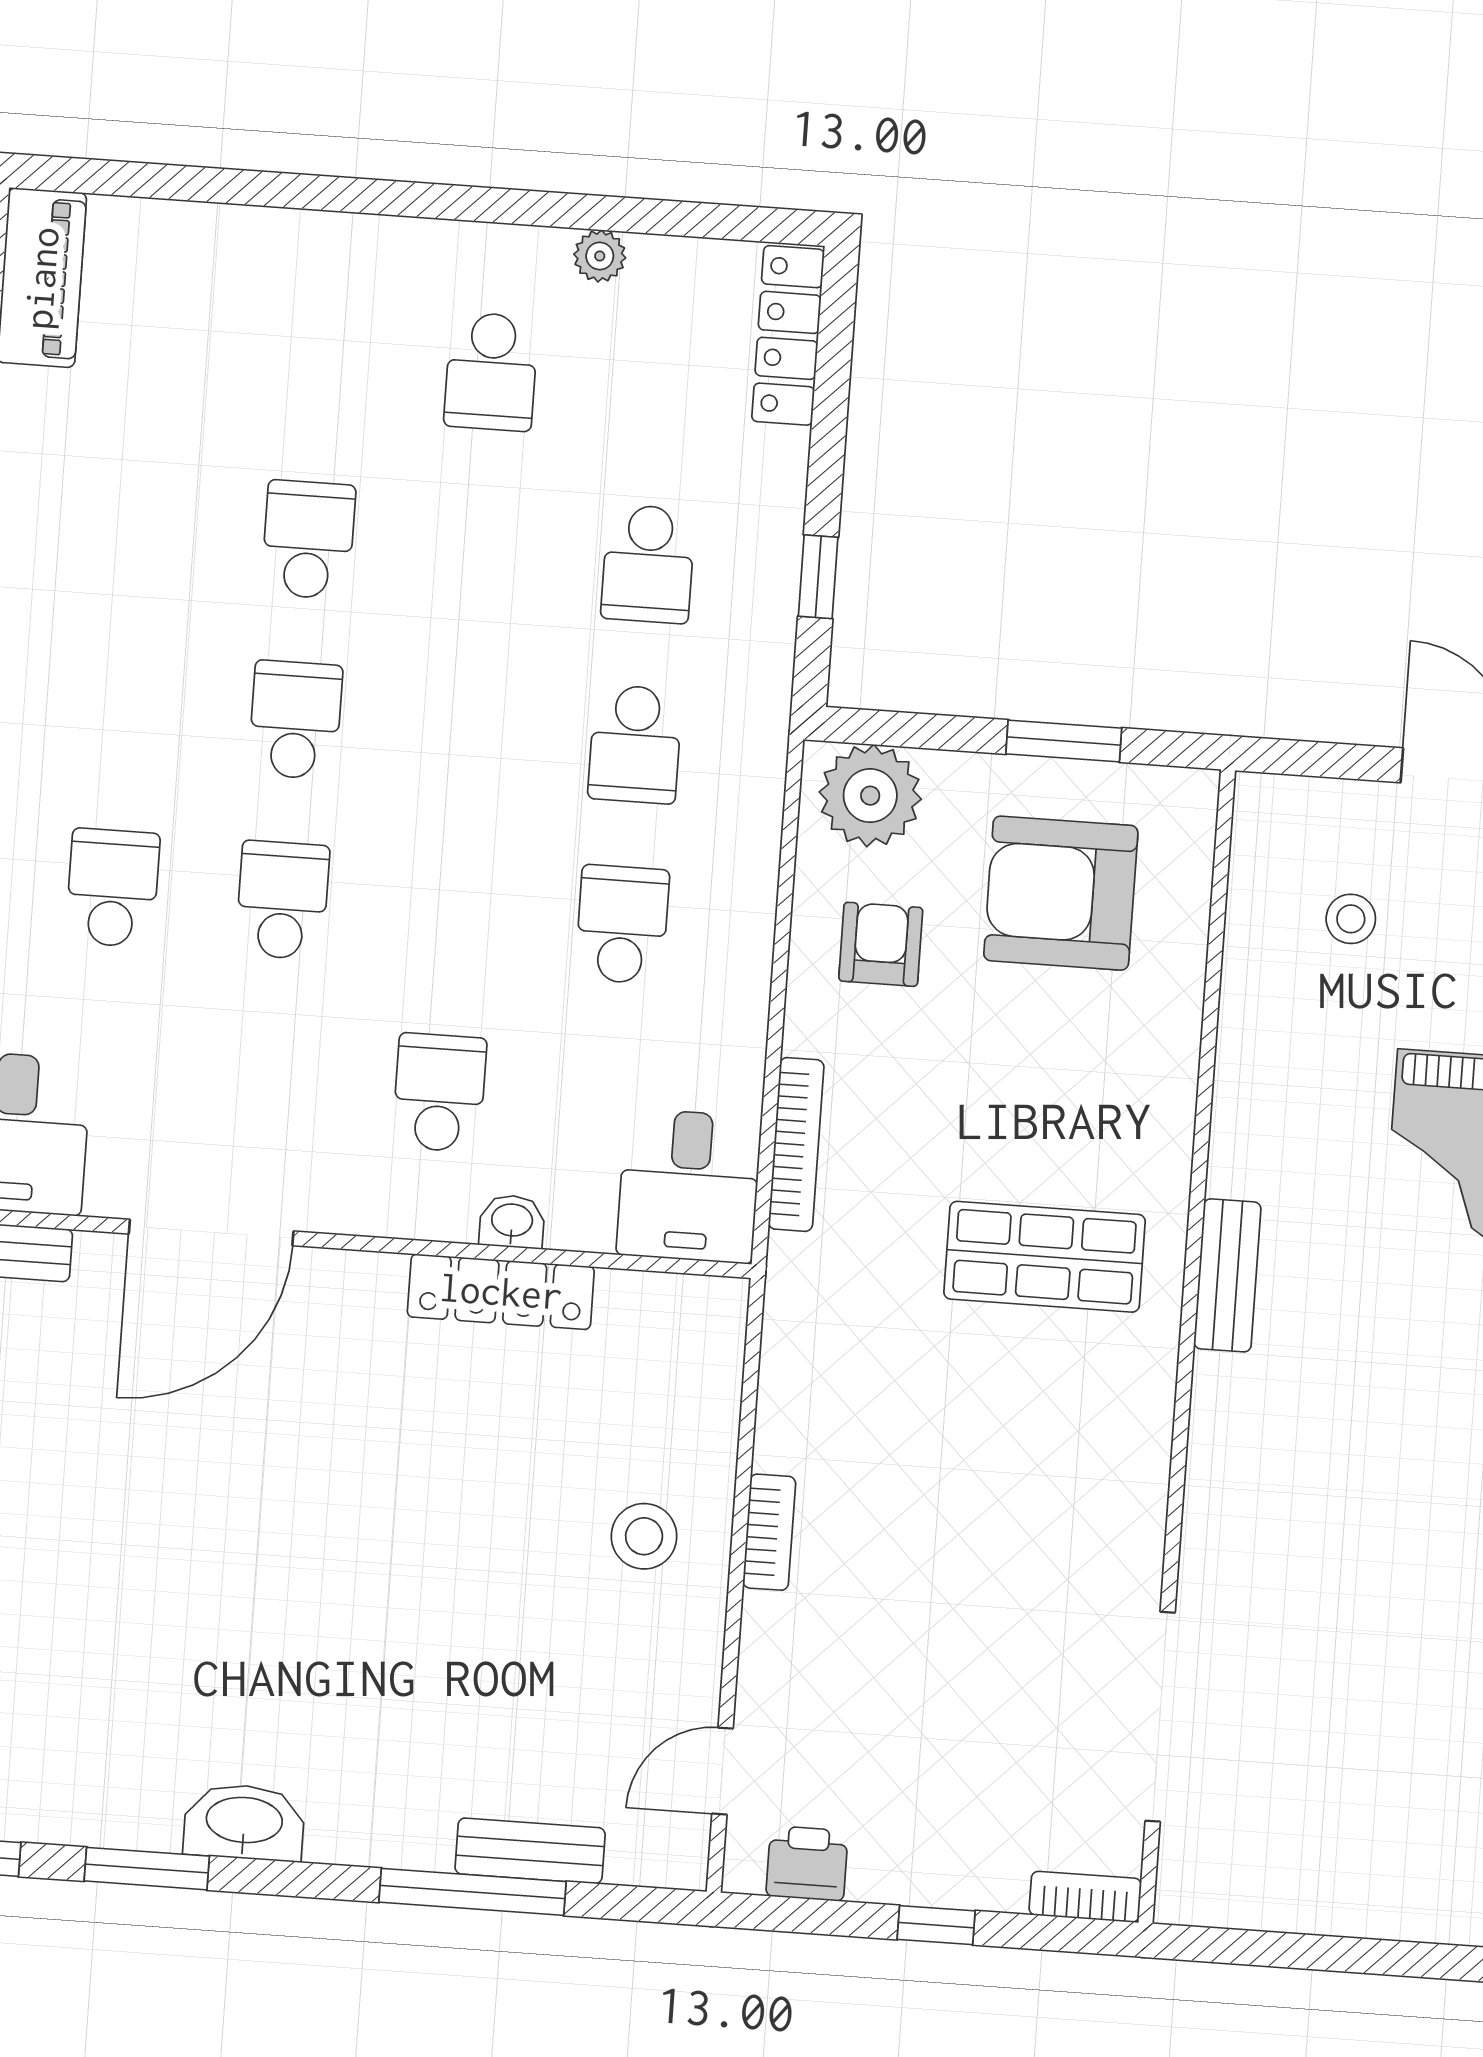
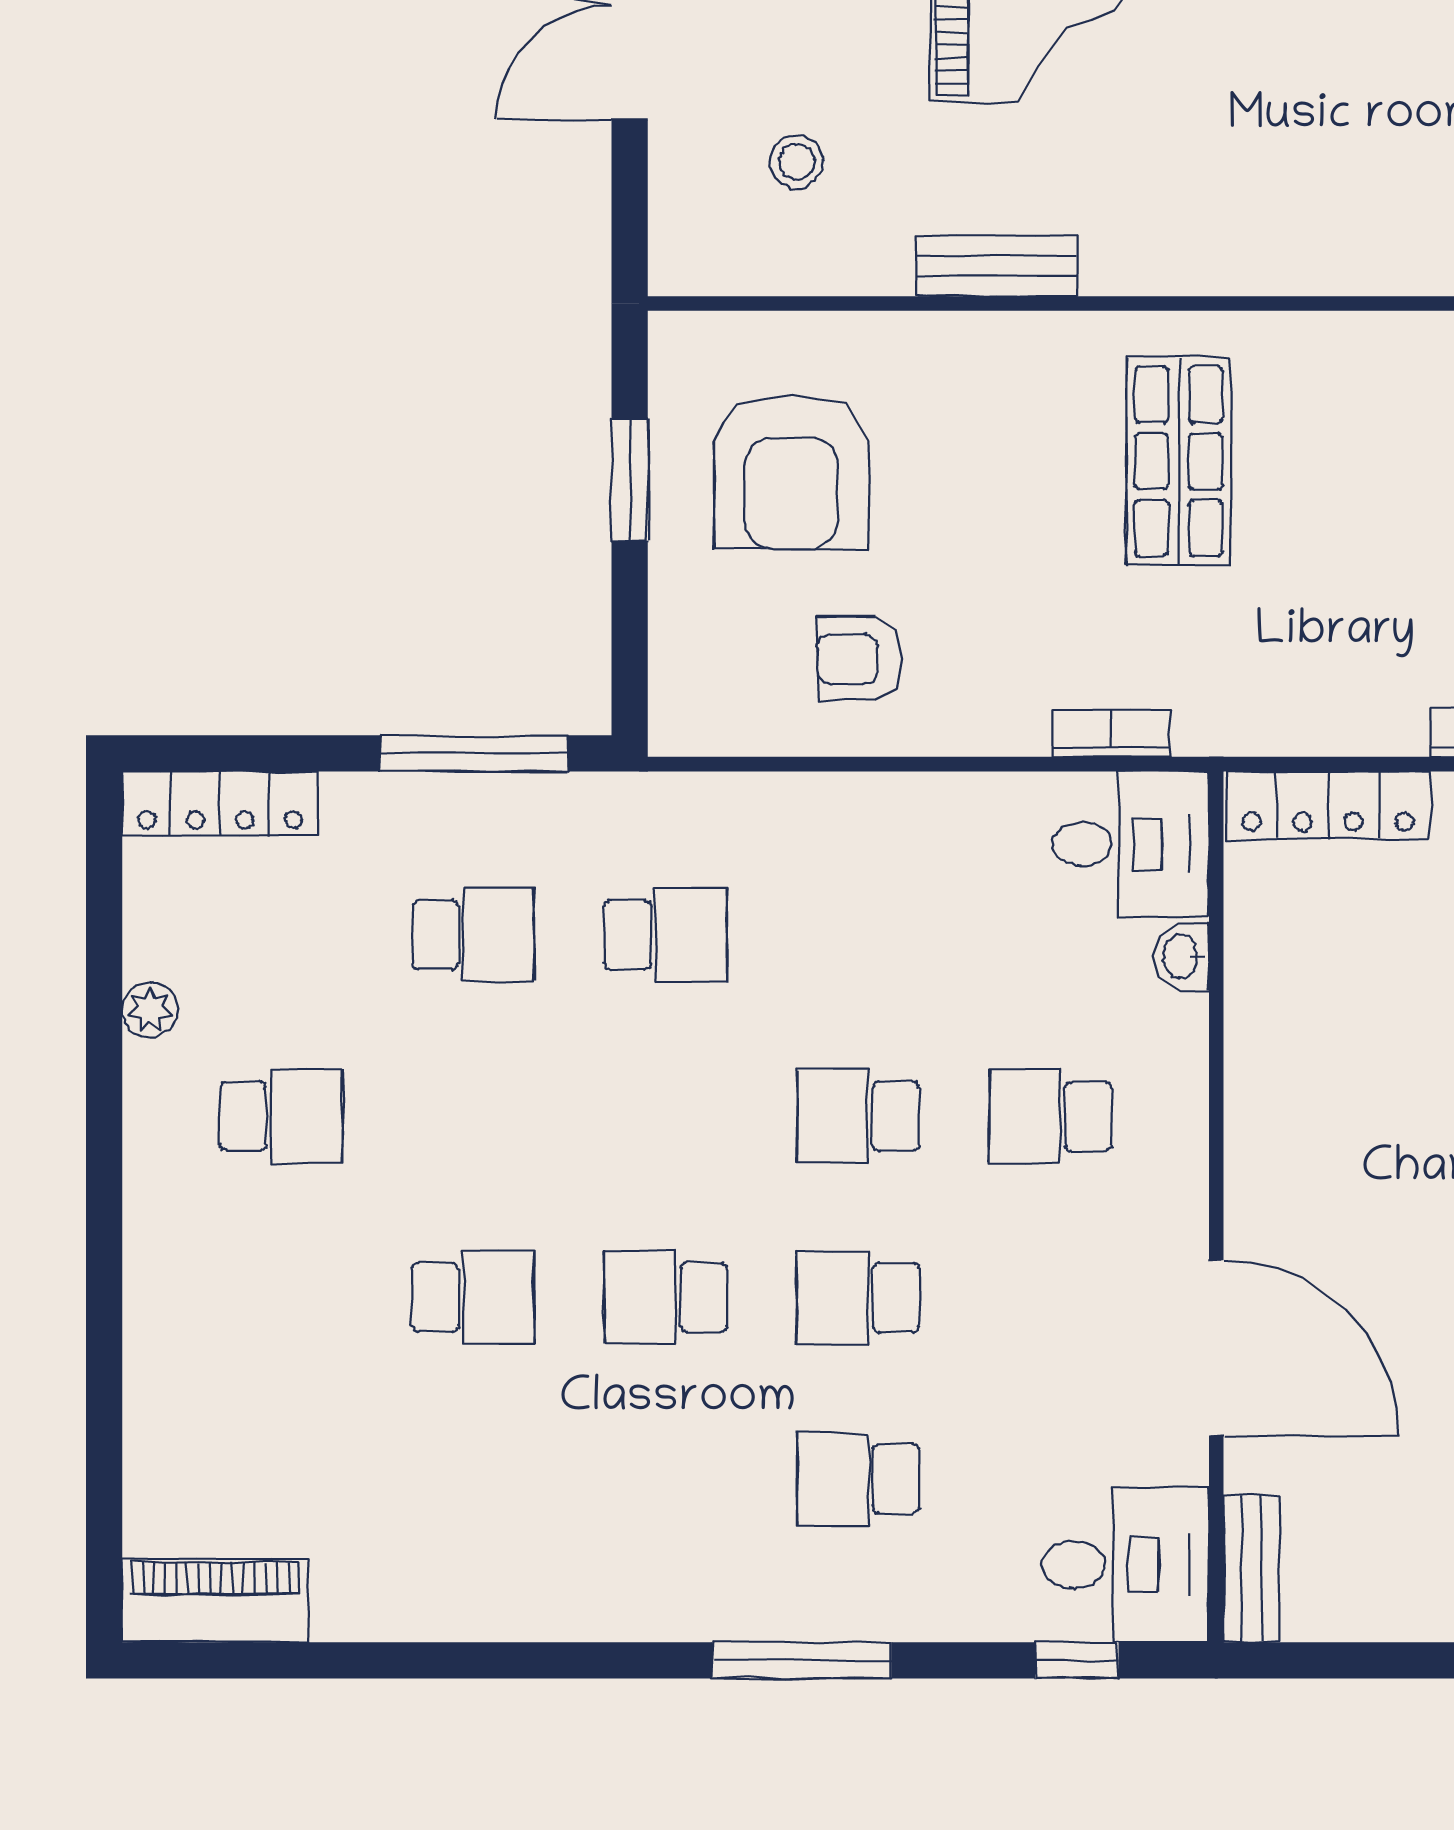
school desk: (308, 540) -> (473, 1297), turned 180
window: (818, 577) -> (474, 753), width x2.17
plant: (870, 796) -> (702, 681), removed
school desk: (622, 924) -> (858, 1116), moved
bookcase: (796, 1144) -> (1111, 734), width x0.64
washbasin: (512, 1222) -> (1182, 957), moved
bench: (1227, 1275) -> (997, 266), moved
locker: (501, 1292) -> (1328, 805), moved, turned 90

